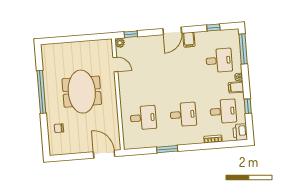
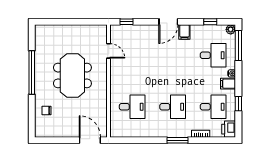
plant: (120, 43) -> (231, 29), moved
window: (167, 149) -> (177, 140), moved

